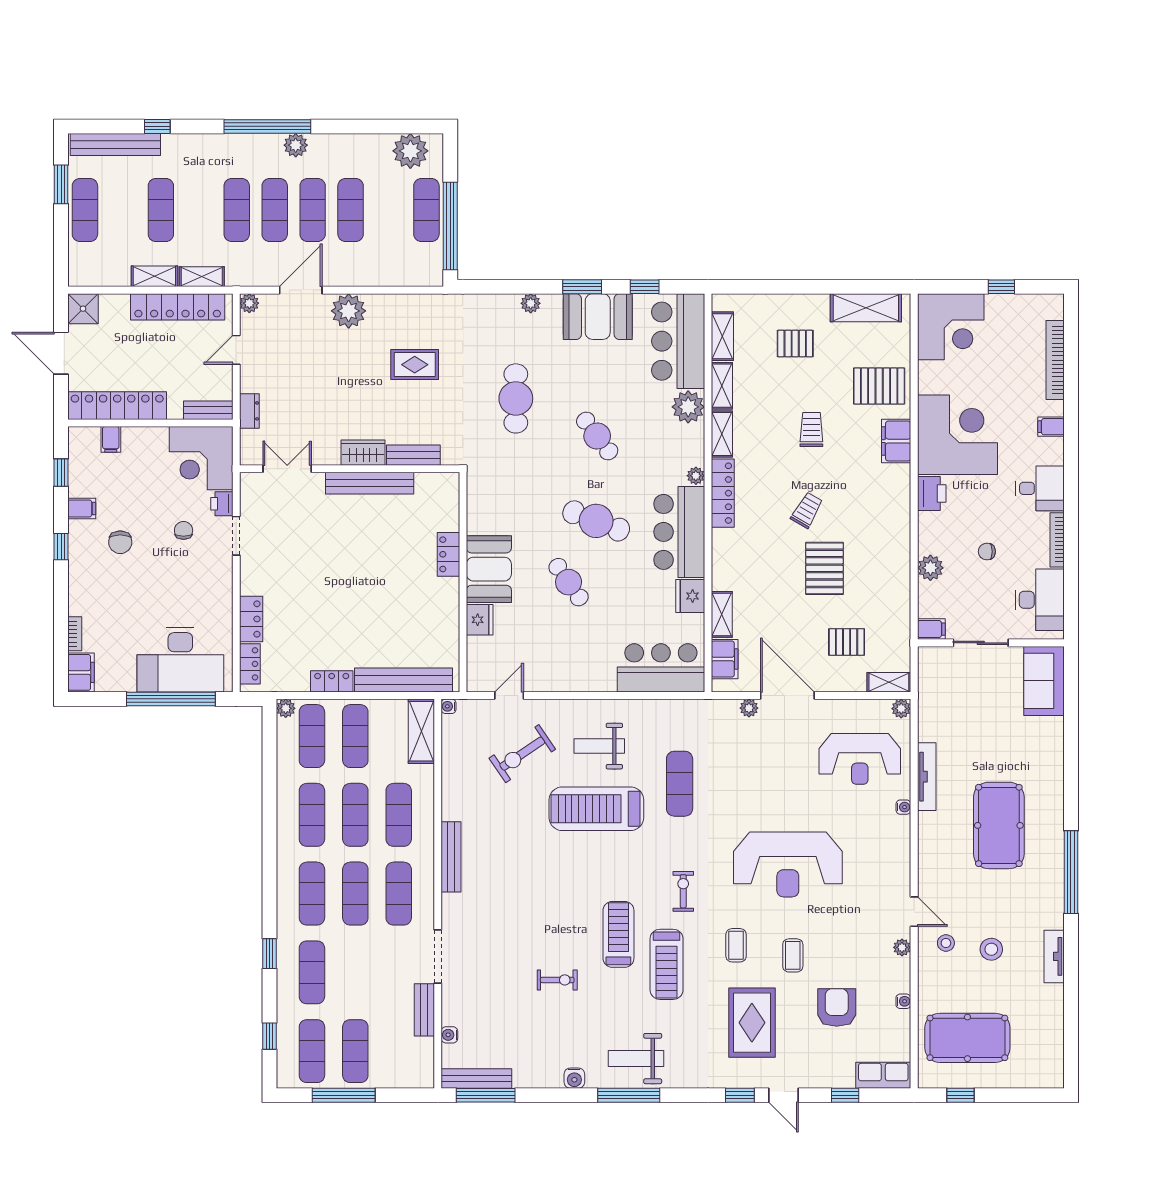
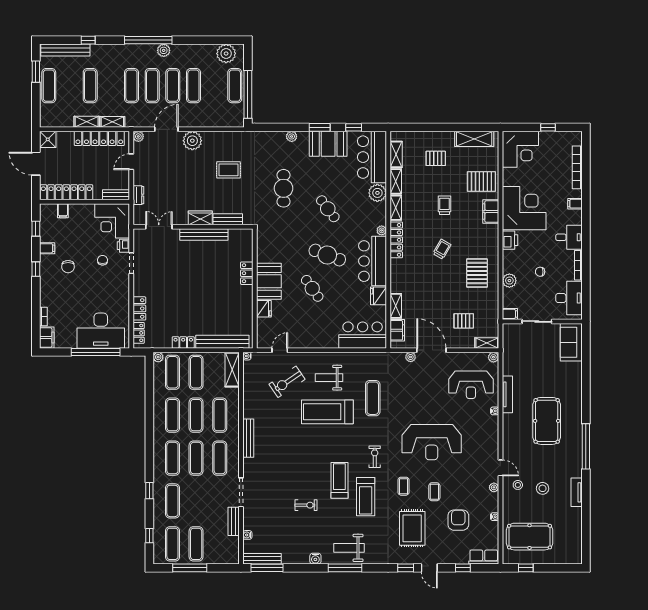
pallet: (824, 568) -> (477, 273), moved

